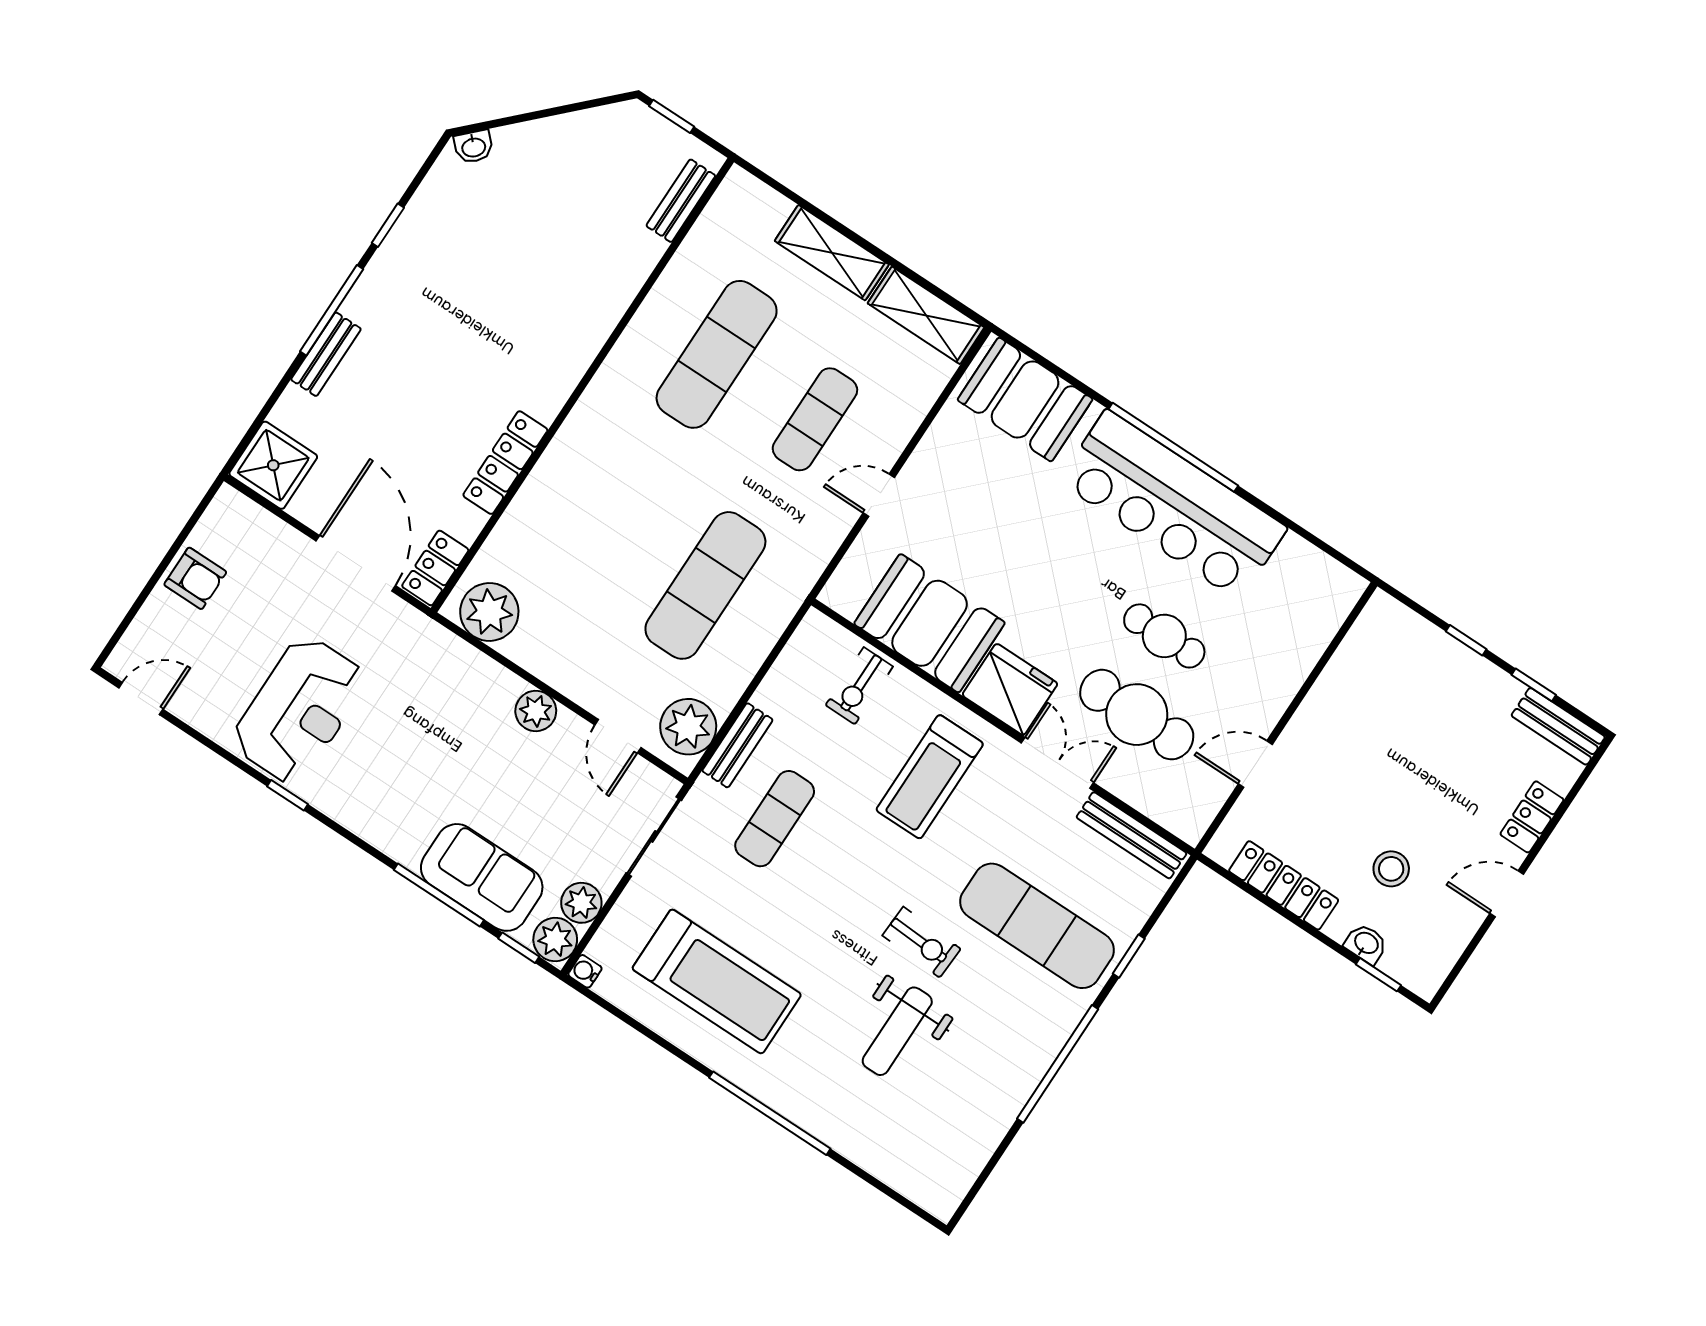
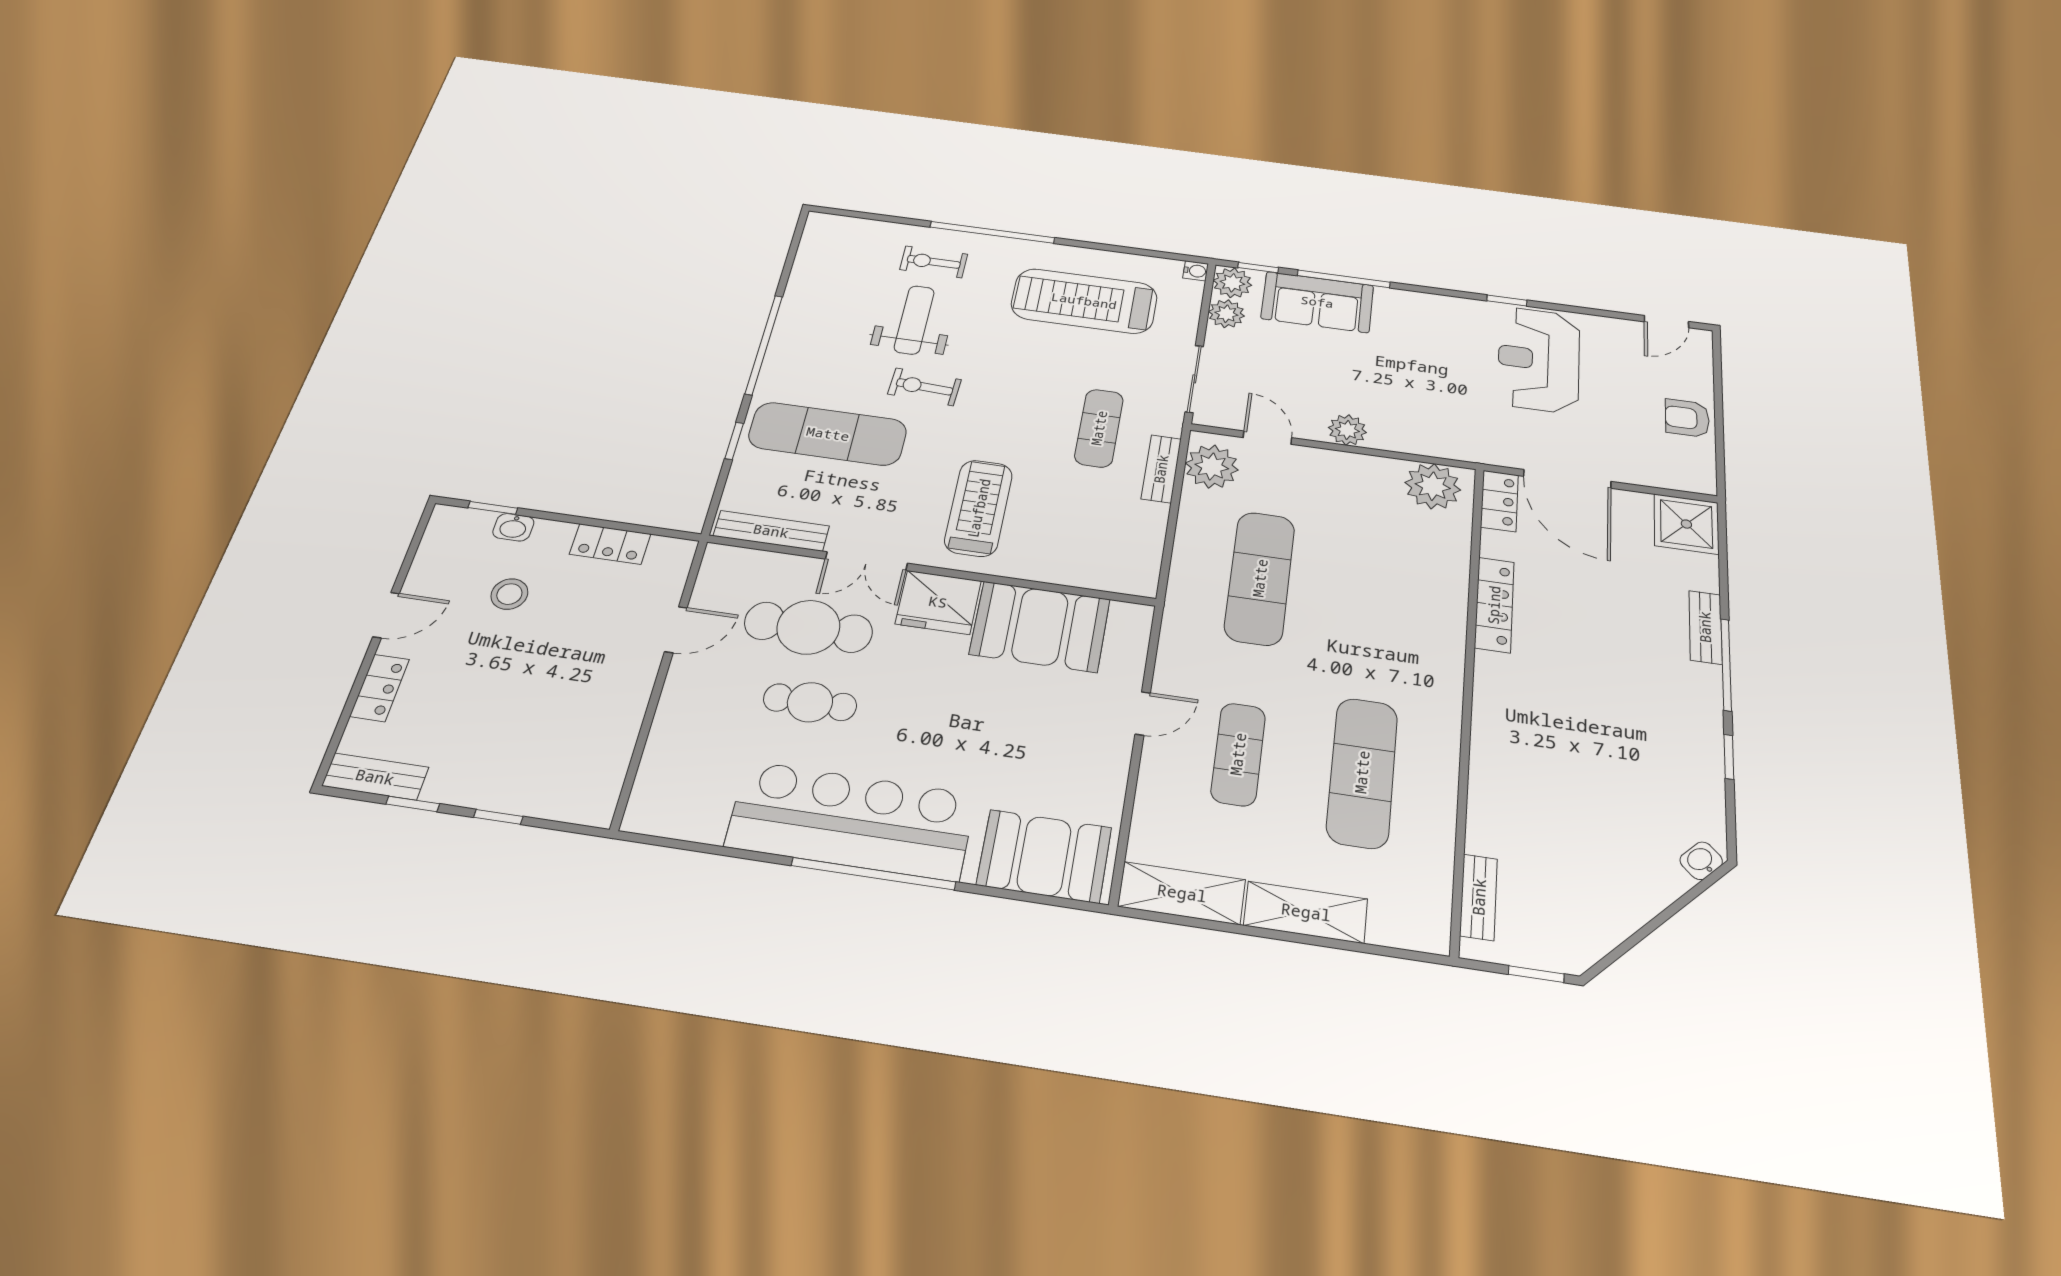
exercise bike: (859, 686) -> (934, 262), moved, turned -90
locker: (1284, 885) -> (610, 544), width x0.66

